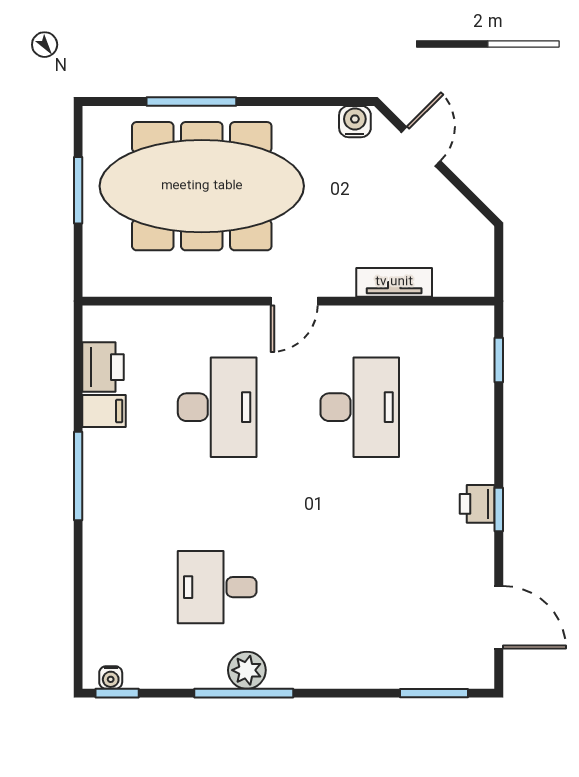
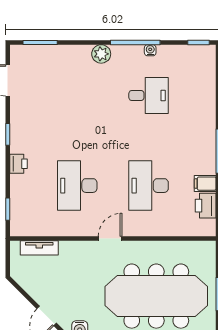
tv unit: (394, 282) -> (39, 248), moved
printer: (477, 504) -> (19, 164), moved
plant: (247, 670) -> (101, 54), moved
water cooler: (111, 678) -> (150, 50), moved

